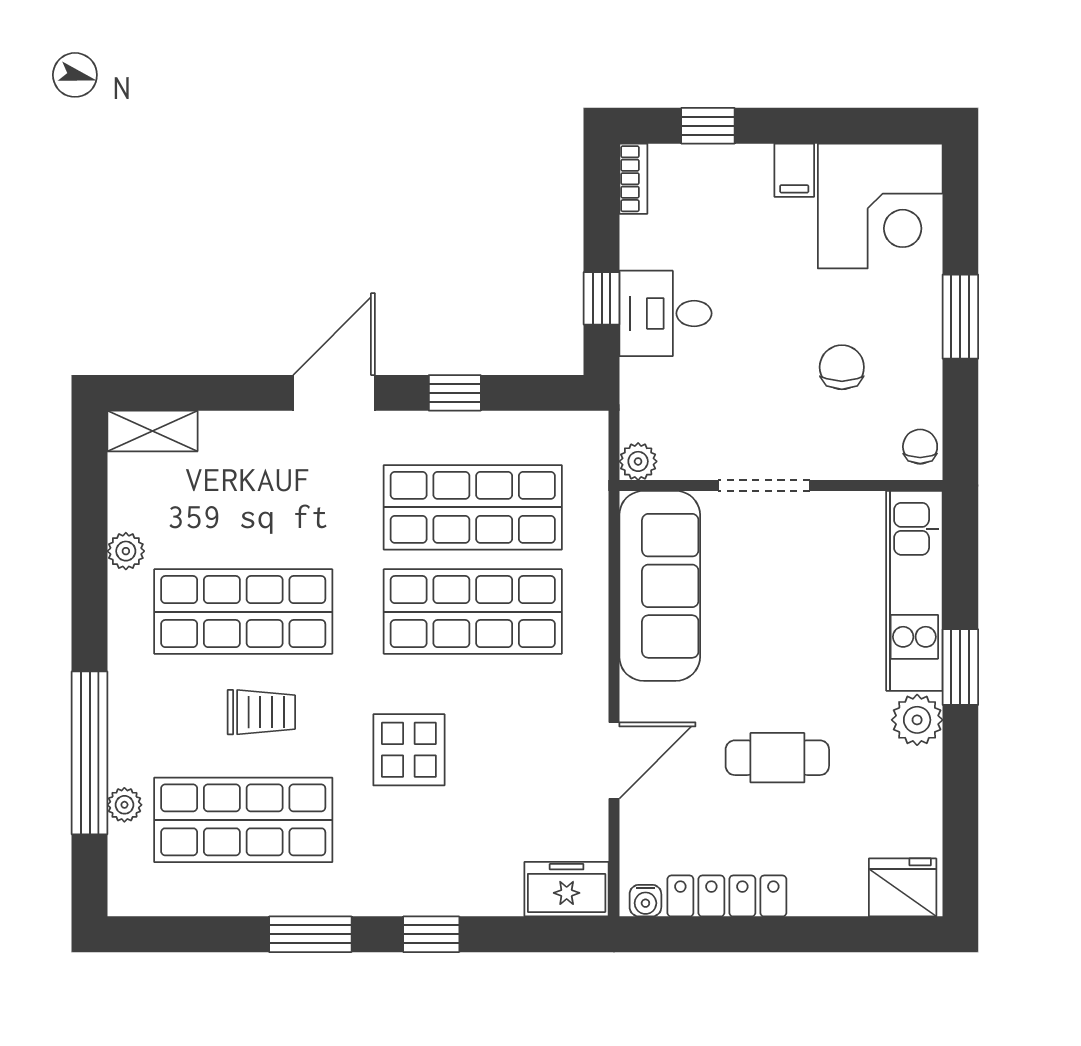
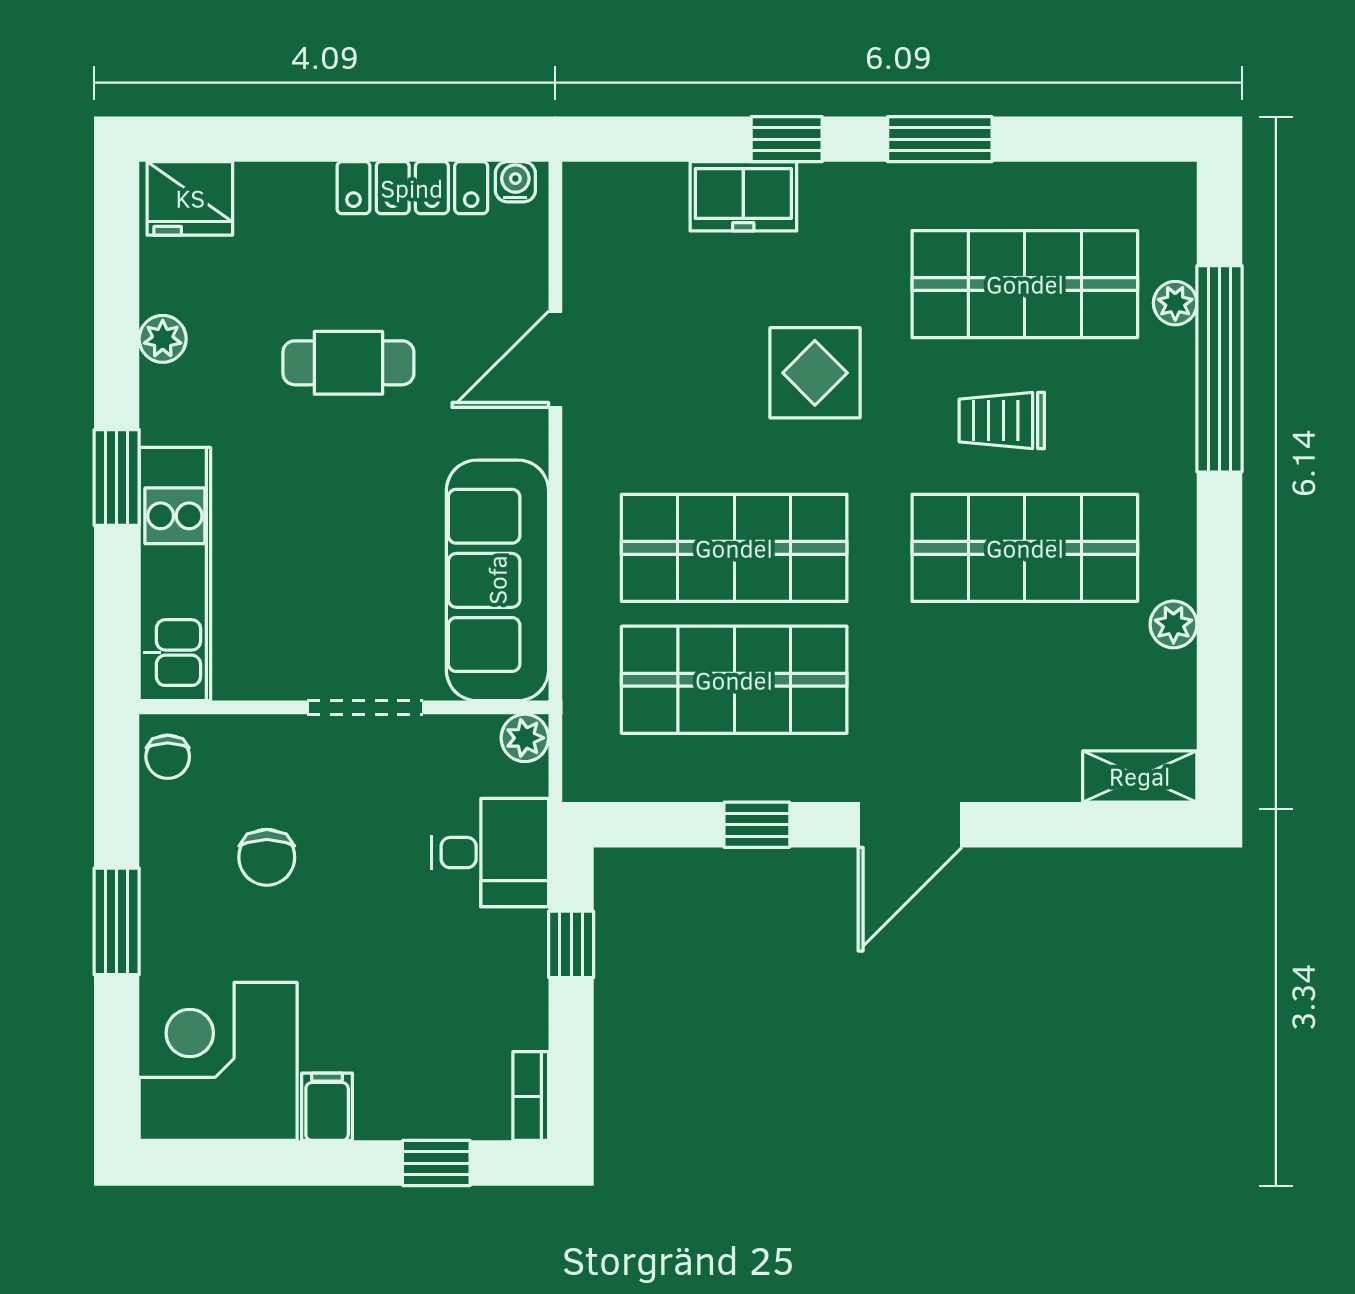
desk: (665, 313) -> (490, 853), moved
plant: (917, 720) -> (163, 339), moved, width x0.73, depth x0.73
freezer: (567, 889) -> (743, 196), moved

